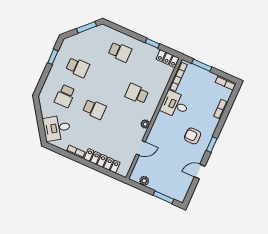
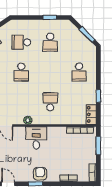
desk: (175, 105) -> (36, 138), moved
armchair: (193, 136) -> (40, 174), moved

